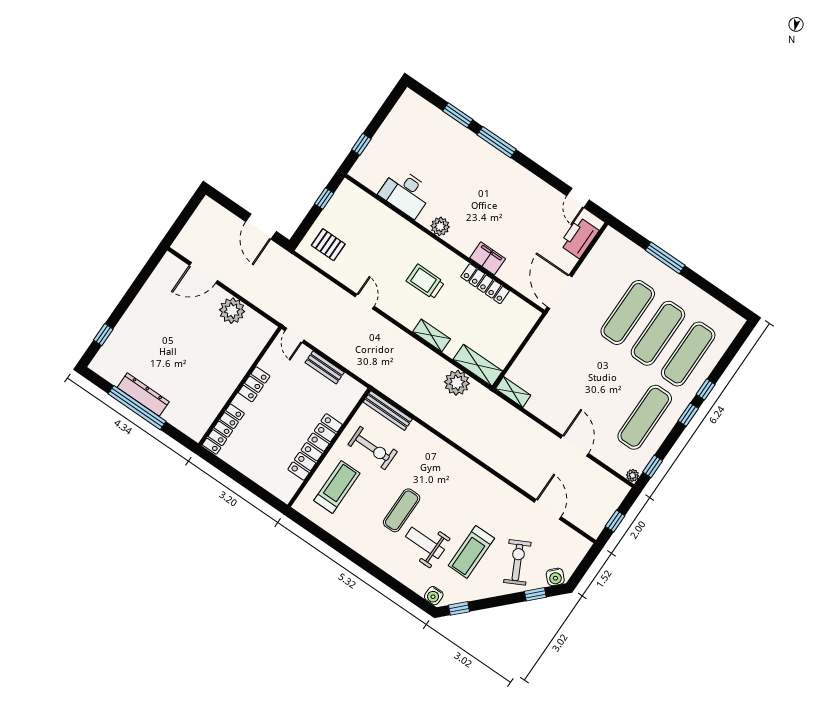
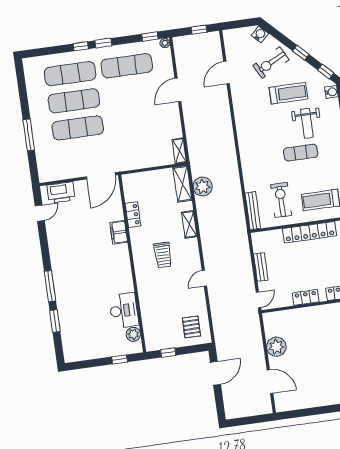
plant: (440, 226) -> (133, 334), moved
locker: (485, 284) -> (133, 215), width x0.66
window: (535, 594) -> (301, 53), moved

